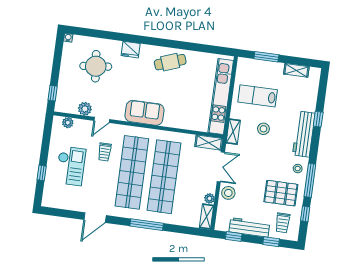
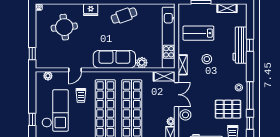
plant: (85, 109) -> (142, 63), moved
sofa: (144, 113) -> (114, 59), width x1.36
workbench: (304, 134) -> (240, 45), moved
checkout: (71, 166) -> (55, 110), width x1.36, depth x1.21

